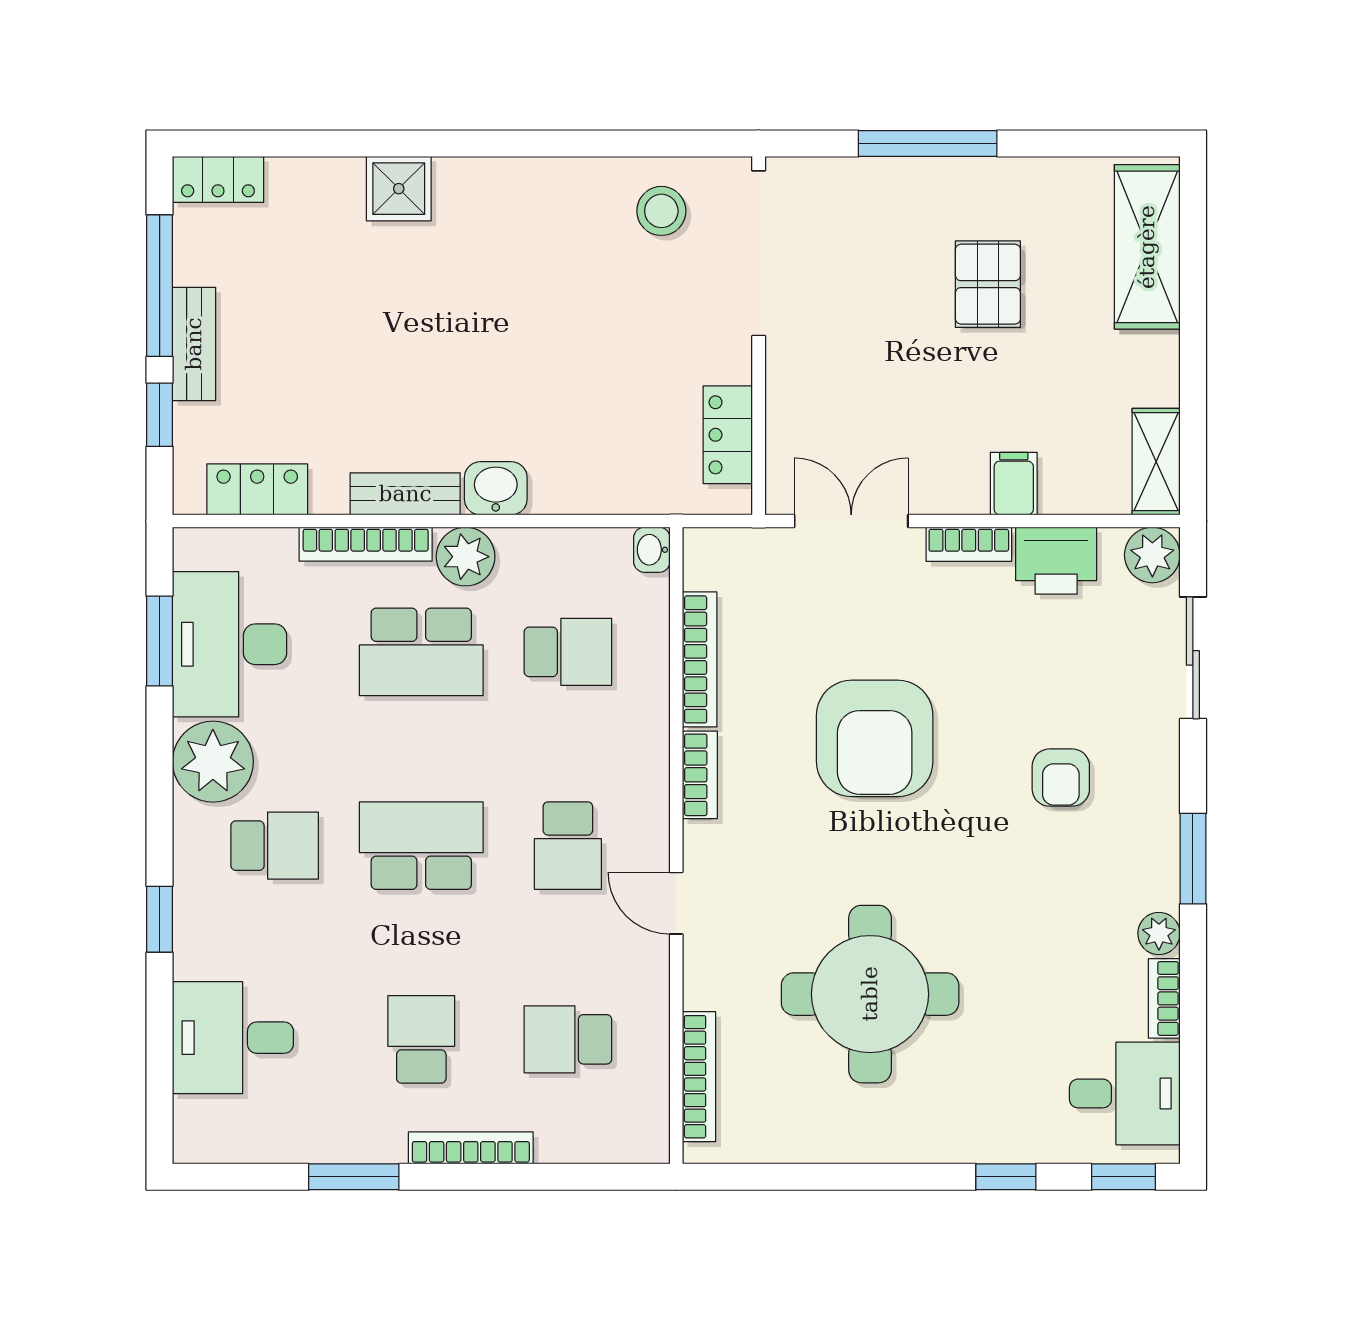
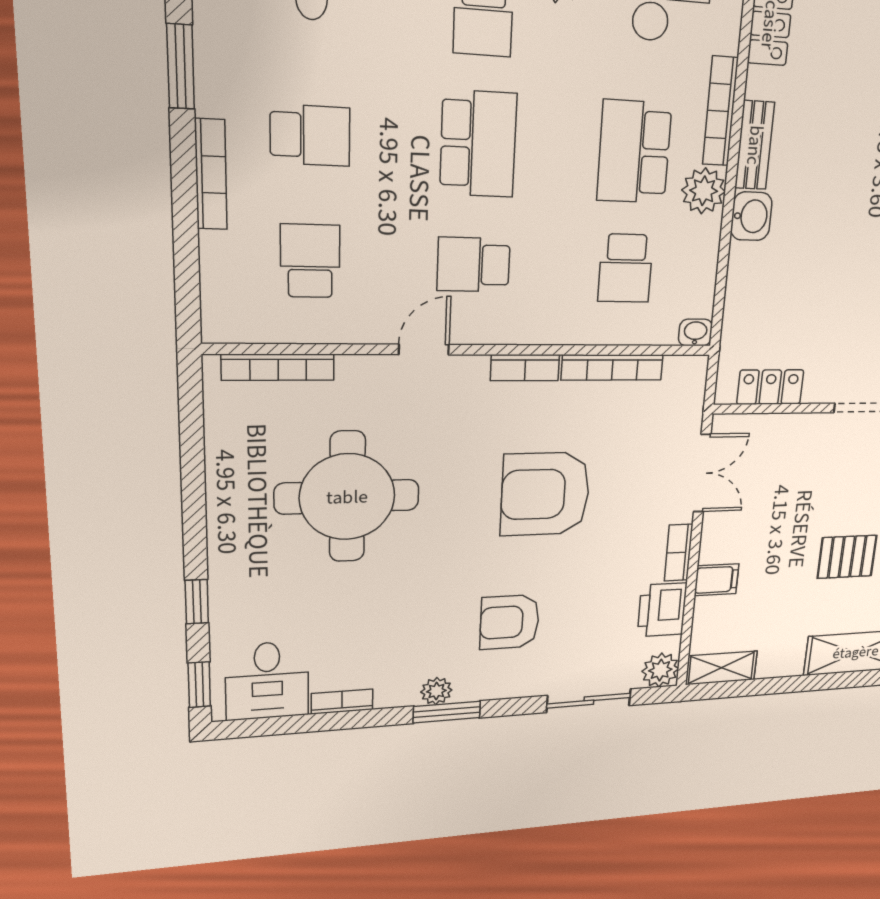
armchair: (1061, 778) -> (510, 622), width x1.38, depth x1.38
plant: (1159, 933) -> (436, 691), moved

